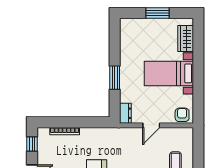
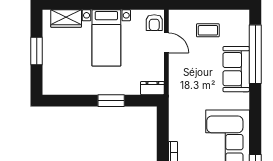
armchair: (182, 115) -> (154, 23), turned -90
door: (151, 125) -> (166, 43), moved

